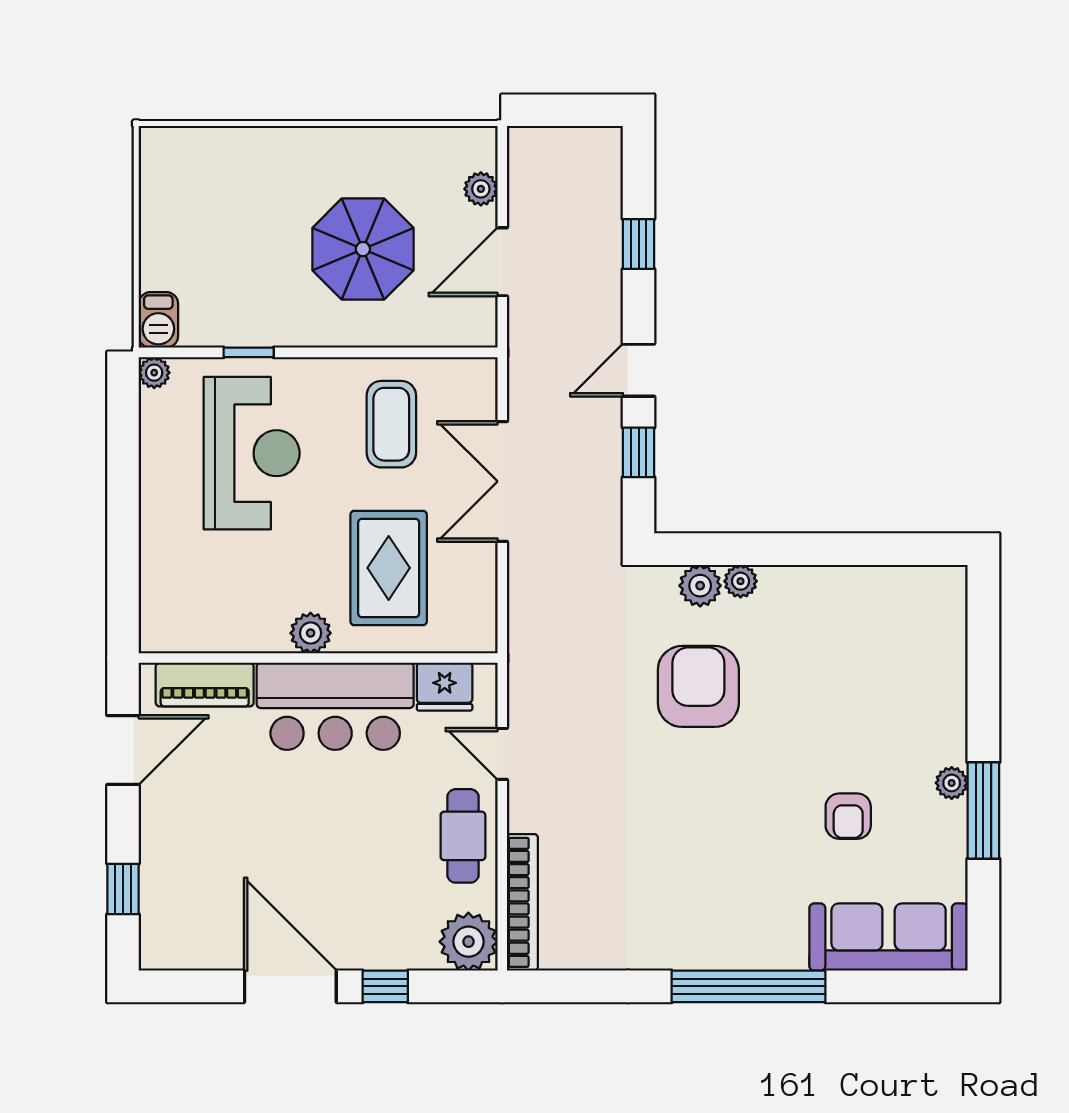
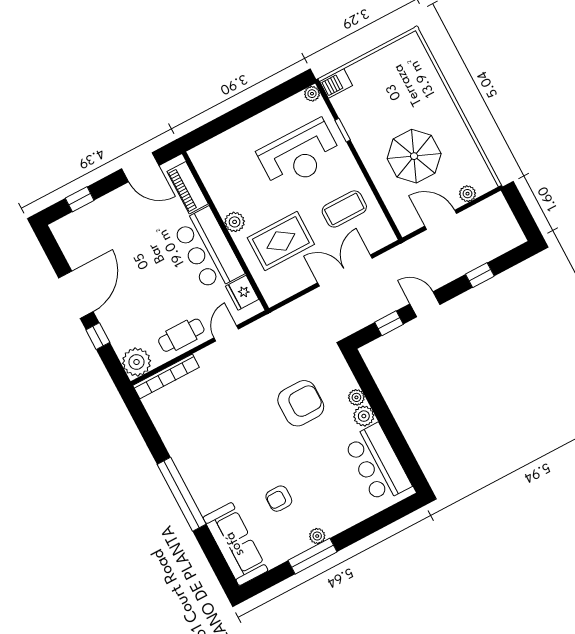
plant: (700, 586) -> (364, 416), moved
bar counter: (879, 606) -> (378, 463), added

